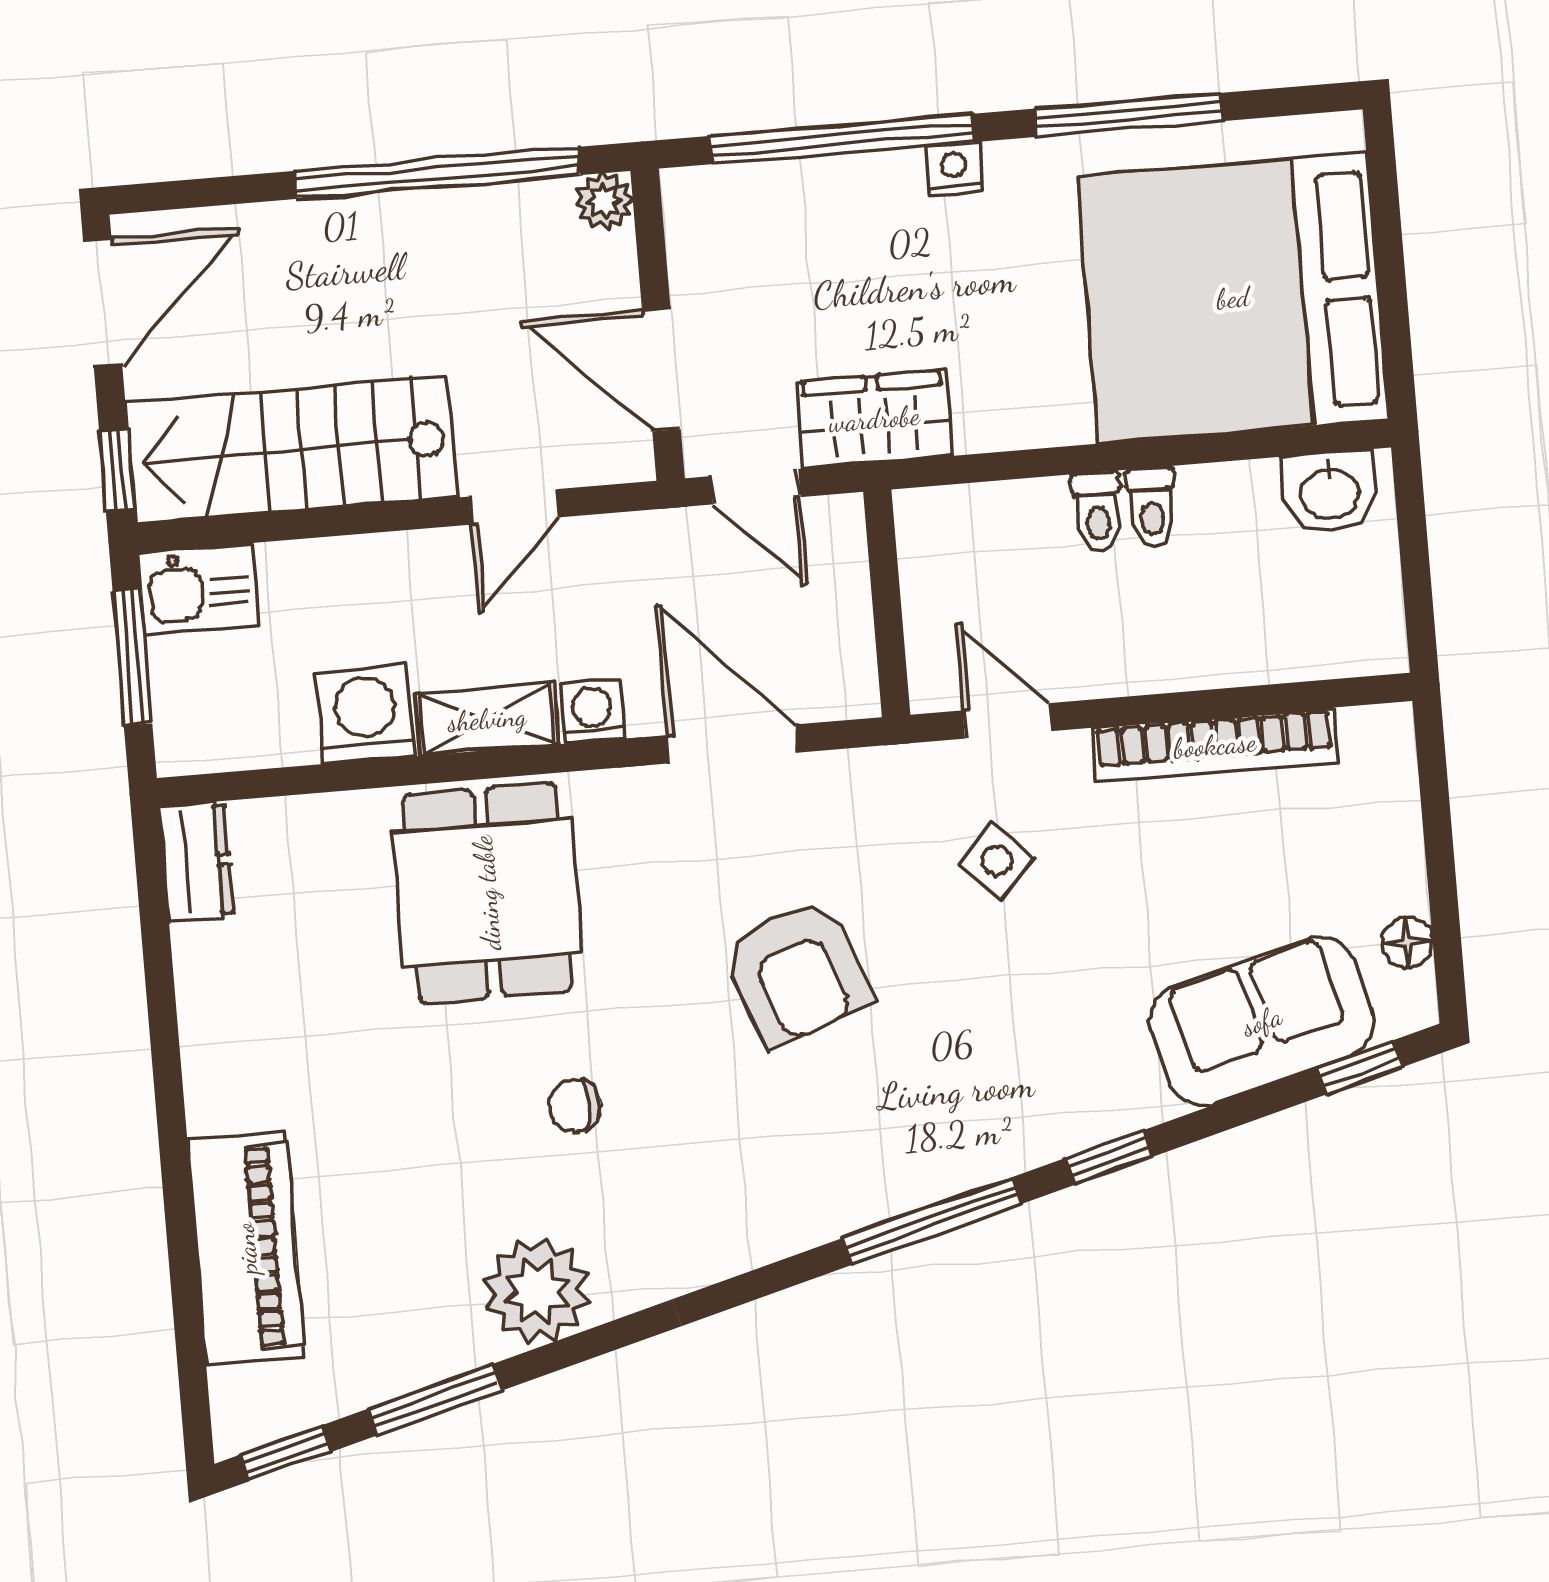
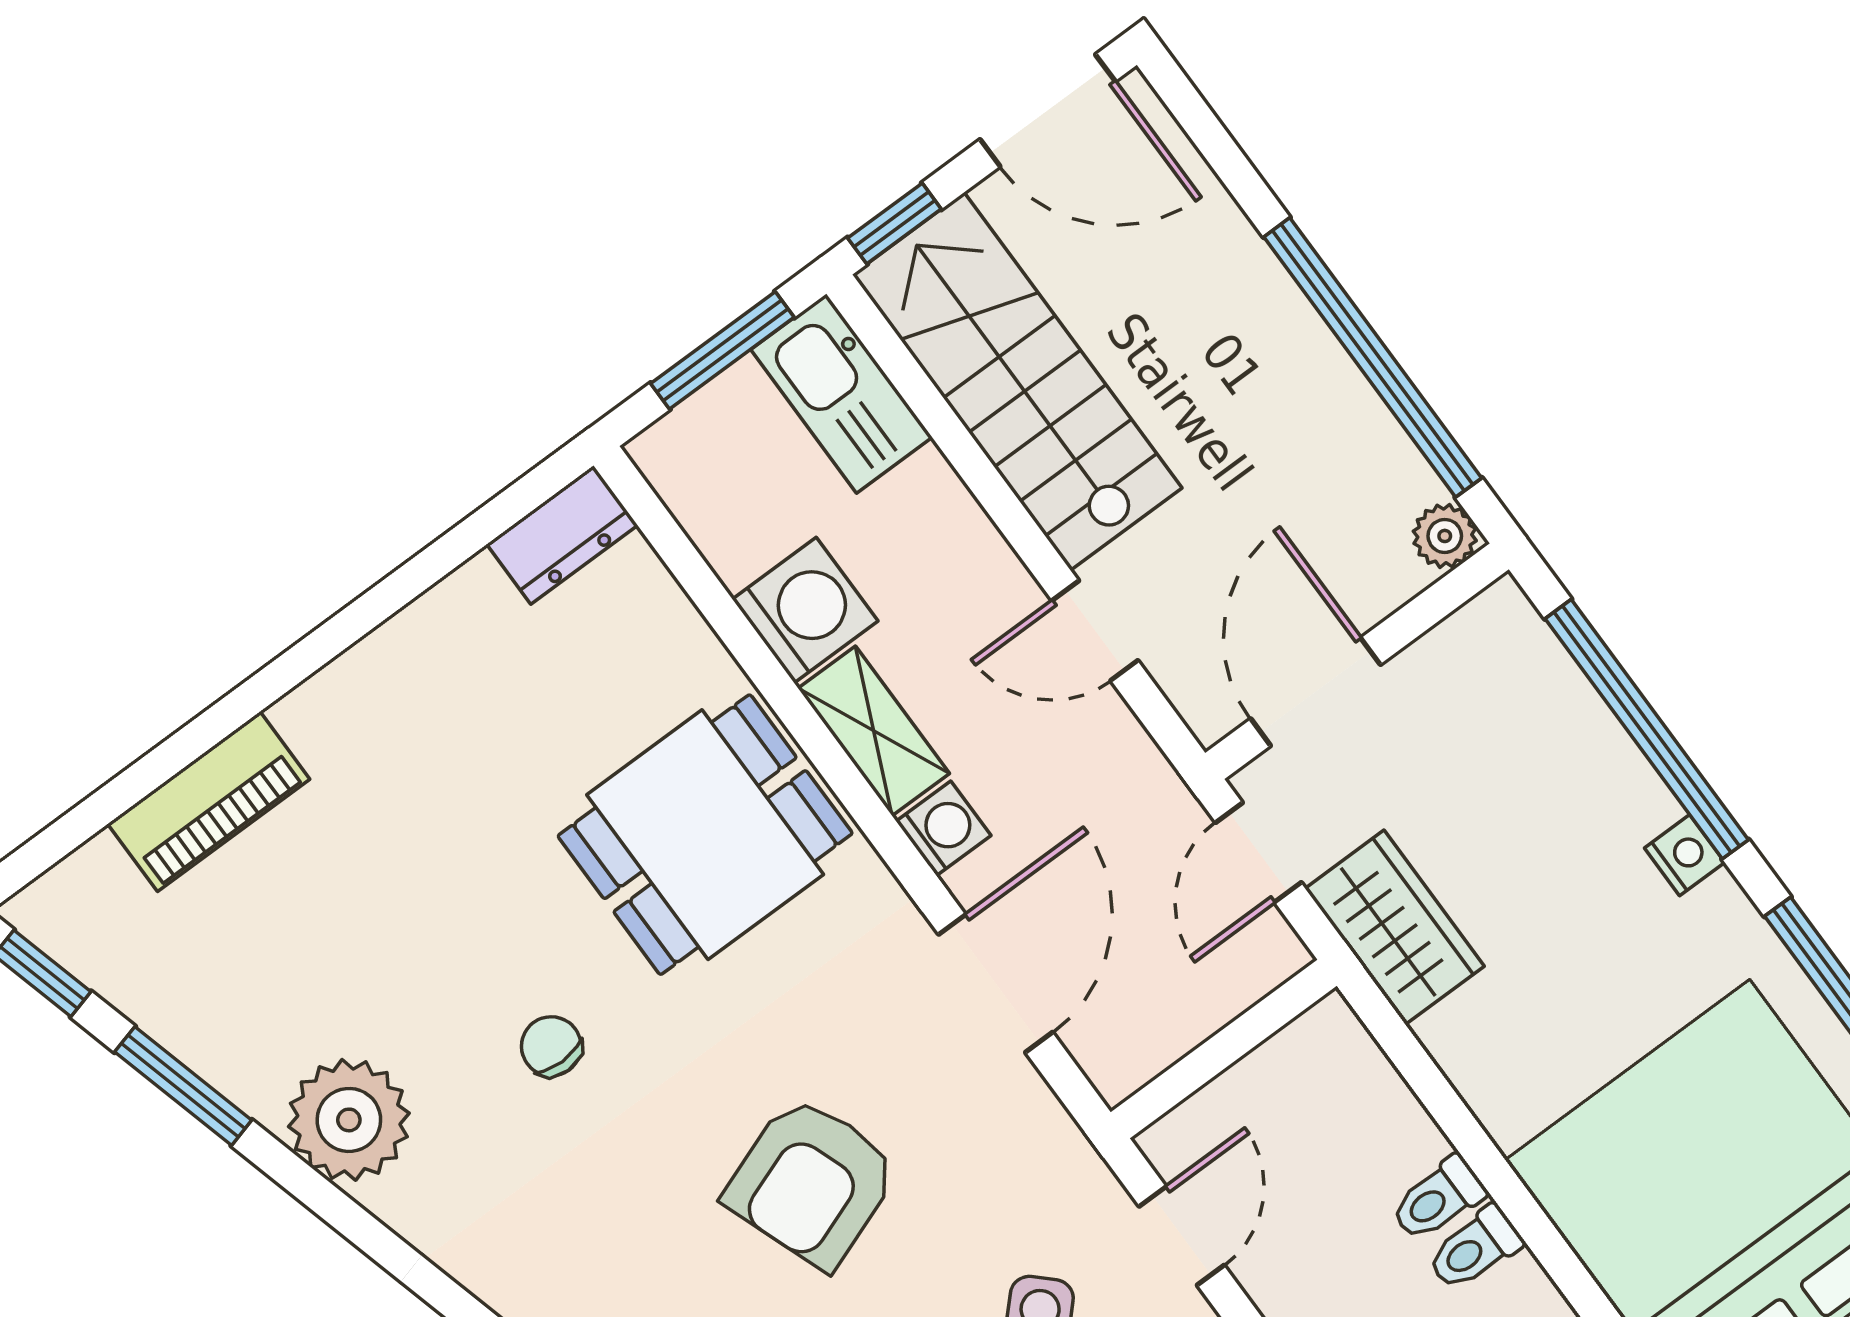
kitchen sink: (198, 589) -> (842, 393), width x1.38
piano: (246, 1248) -> (209, 802), width x0.73, depth x0.75

